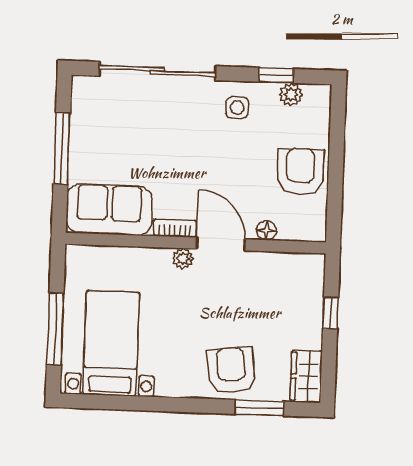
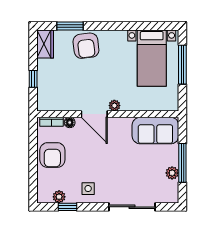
sliding door: (157, 71) -> (132, 207), width x0.73
plant: (81, 131) -> (172, 173), added
bookcase: (175, 228) -> (51, 122), moved

